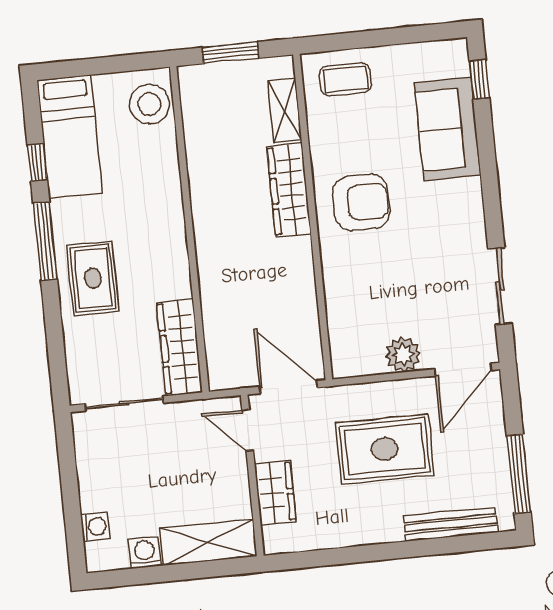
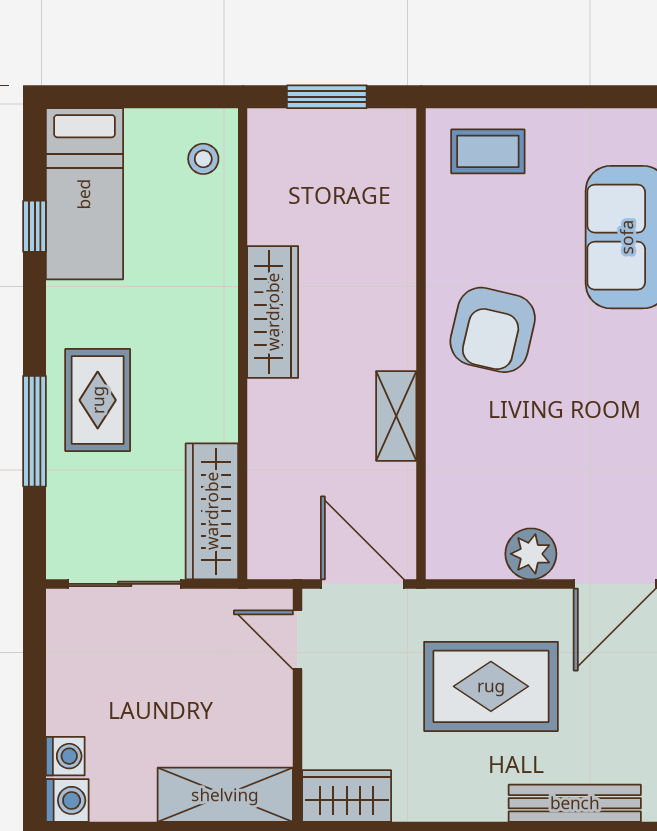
stool: (149, 104) -> (203, 159), width x0.53, depth x0.53
shelving: (285, 110) -> (396, 416), moved
wardrobe: (289, 190) -> (273, 312), moved, turned 180
armchair: (361, 202) -> (493, 330), turned 103
window: (45, 241) -> (35, 431), moved
wardrobe: (275, 493) -> (347, 796), moved, turned -90
washing machine: (145, 553) -> (67, 800), moved, turned 90

